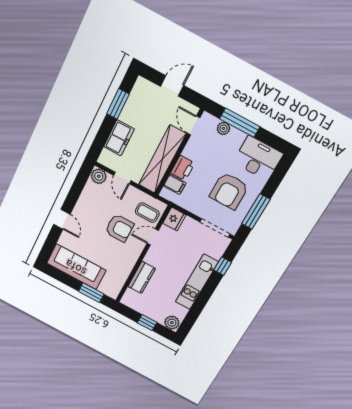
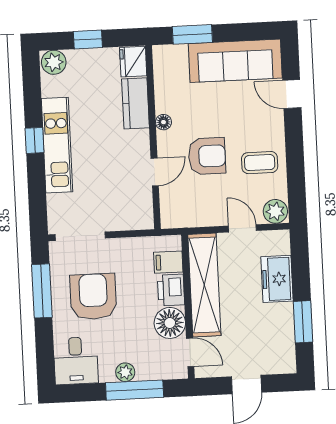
plant: (223, 128) -> (125, 372), moved
floor lamp: (195, 150) -> (170, 323), added
desk: (258, 158) -> (76, 361), width x0.73
coffee table: (147, 213) -> (260, 163), moved
door: (62, 219) -> (292, 94), moved
fridge: (174, 219) -> (133, 62), moved
armchair: (119, 228) -> (207, 156), turned 180
floor lamp: (132, 259) -> (164, 122), added
window: (223, 266) -> (35, 140), moved

